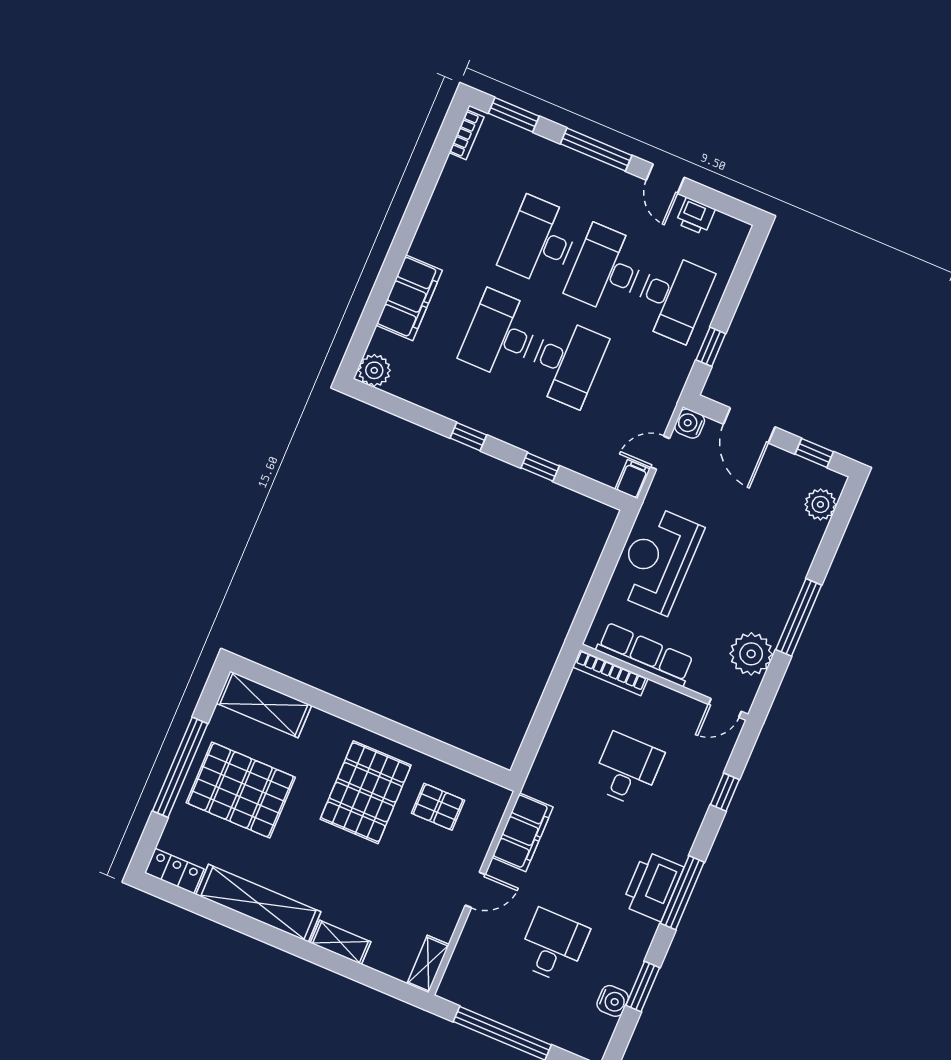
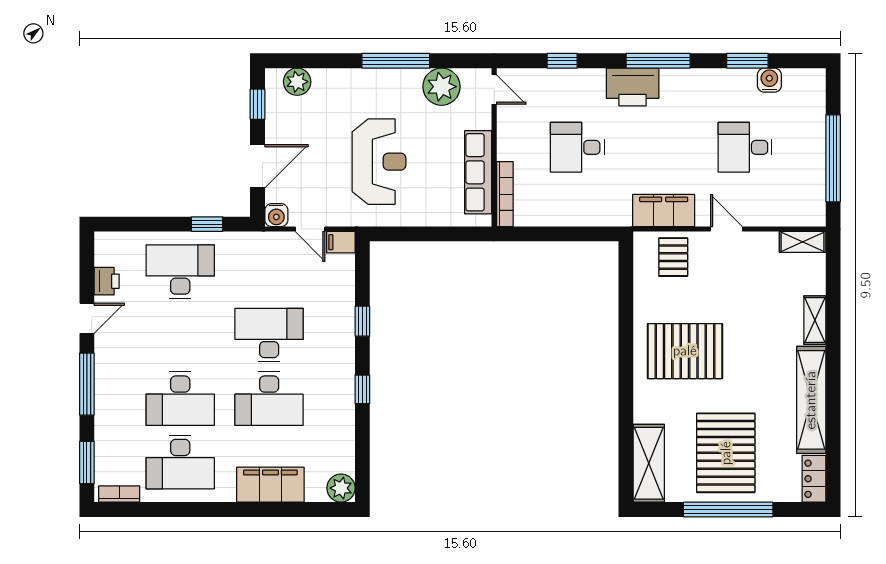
desk: (606, 269) -> (180, 462), moved
reception desk: (658, 560) -> (379, 162), moved, turned -90
pallet: (438, 807) -> (673, 257), moved
printer: (653, 886) -> (633, 87), moved

